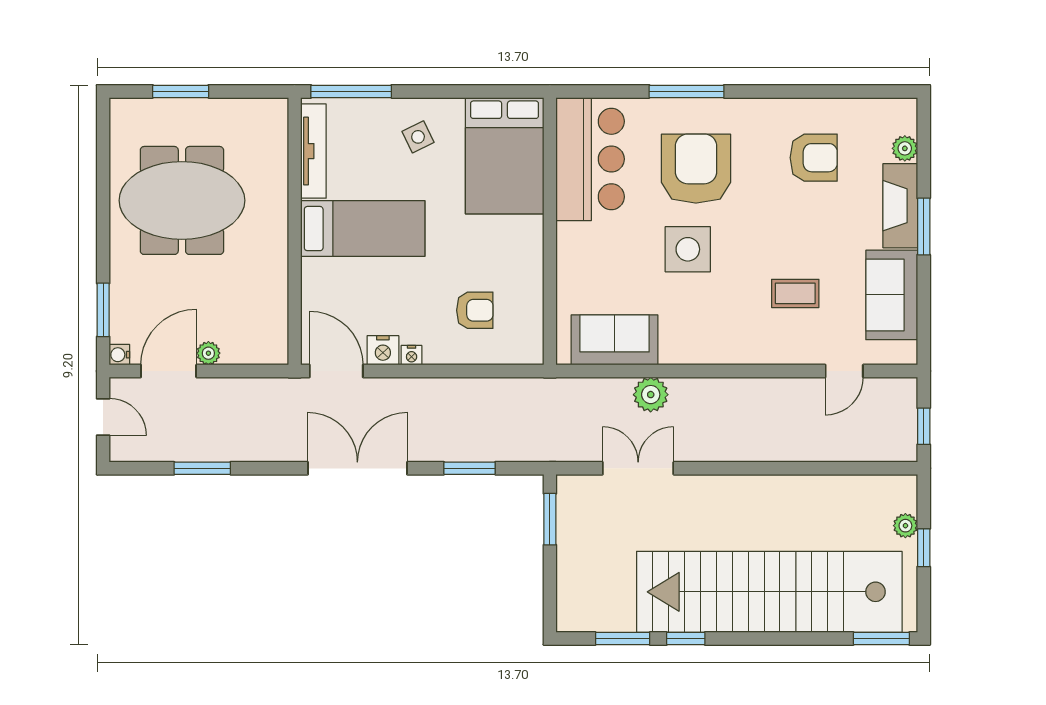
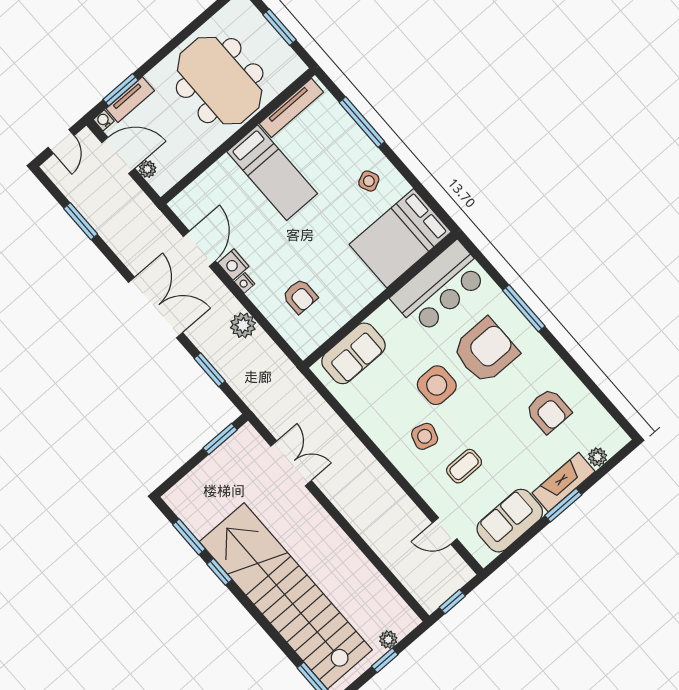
tv unit: (313, 151) -> (291, 108), moved
bed: (363, 229) -> (272, 173), moved
wall: (295, 231) -> (238, 136), moved
coffee table: (795, 293) -> (464, 466), turned 90
side table: (730, 307) -> (425, 436), added
tv unit: (122, 309) -> (130, 100), added
sofa: (615, 340) -> (353, 353), moved, turned 90
plant: (651, 395) -> (243, 325), moved

